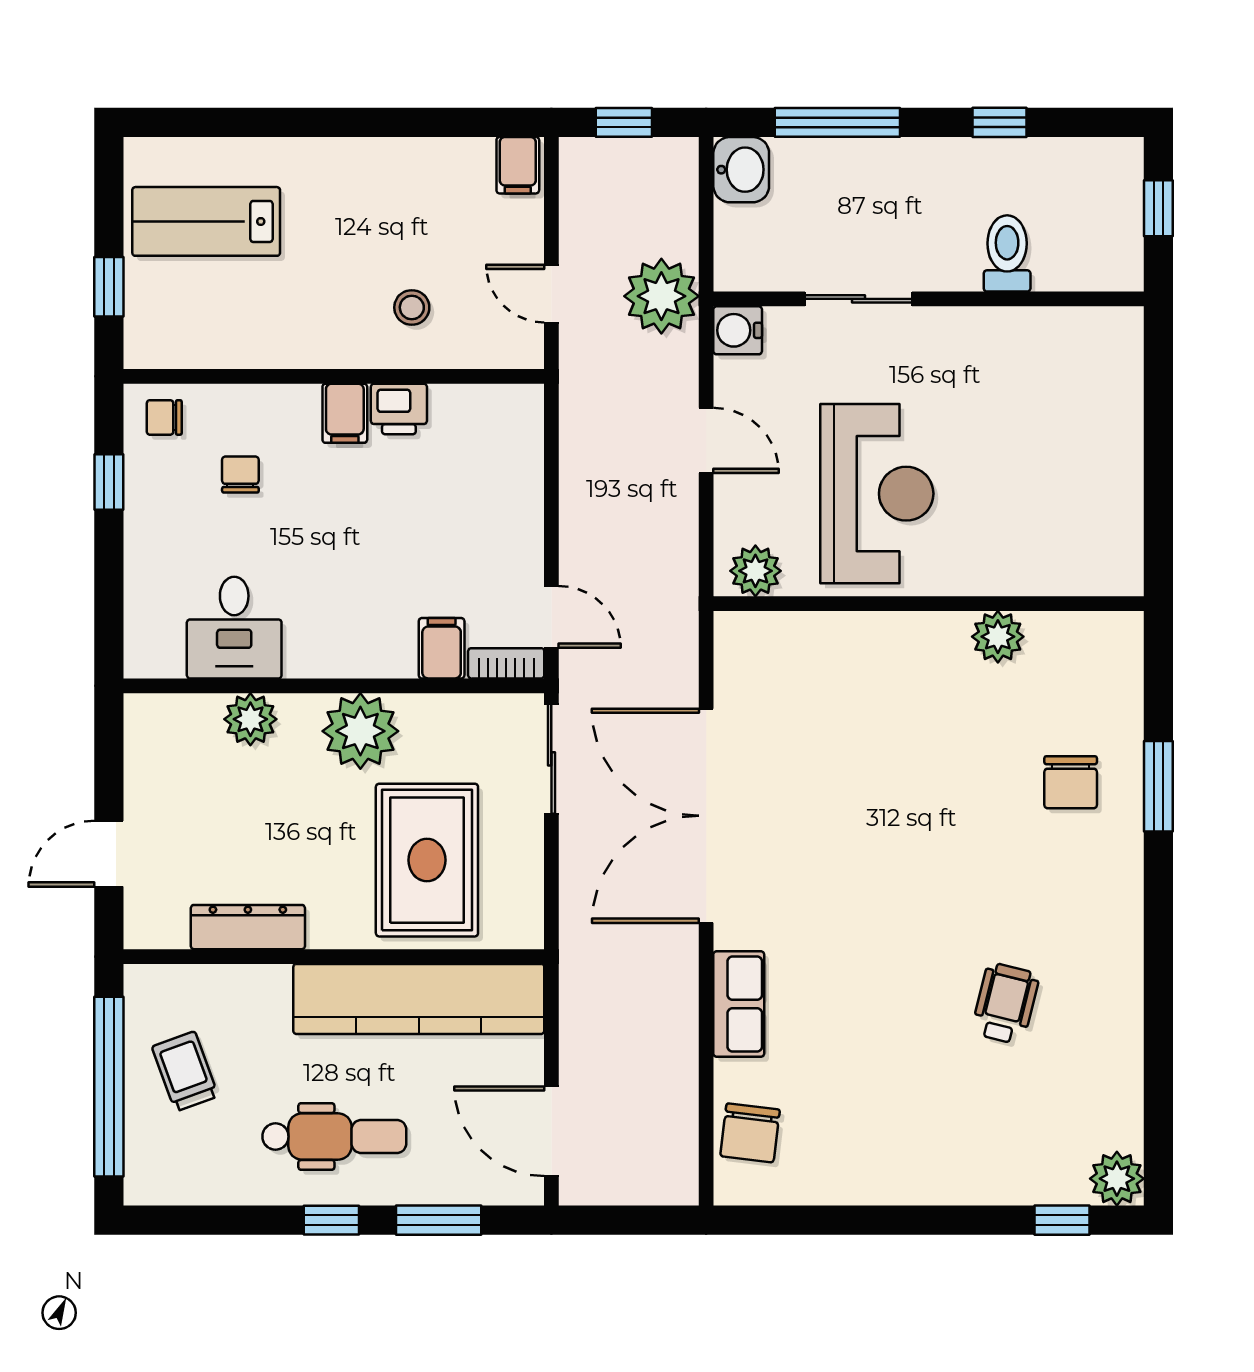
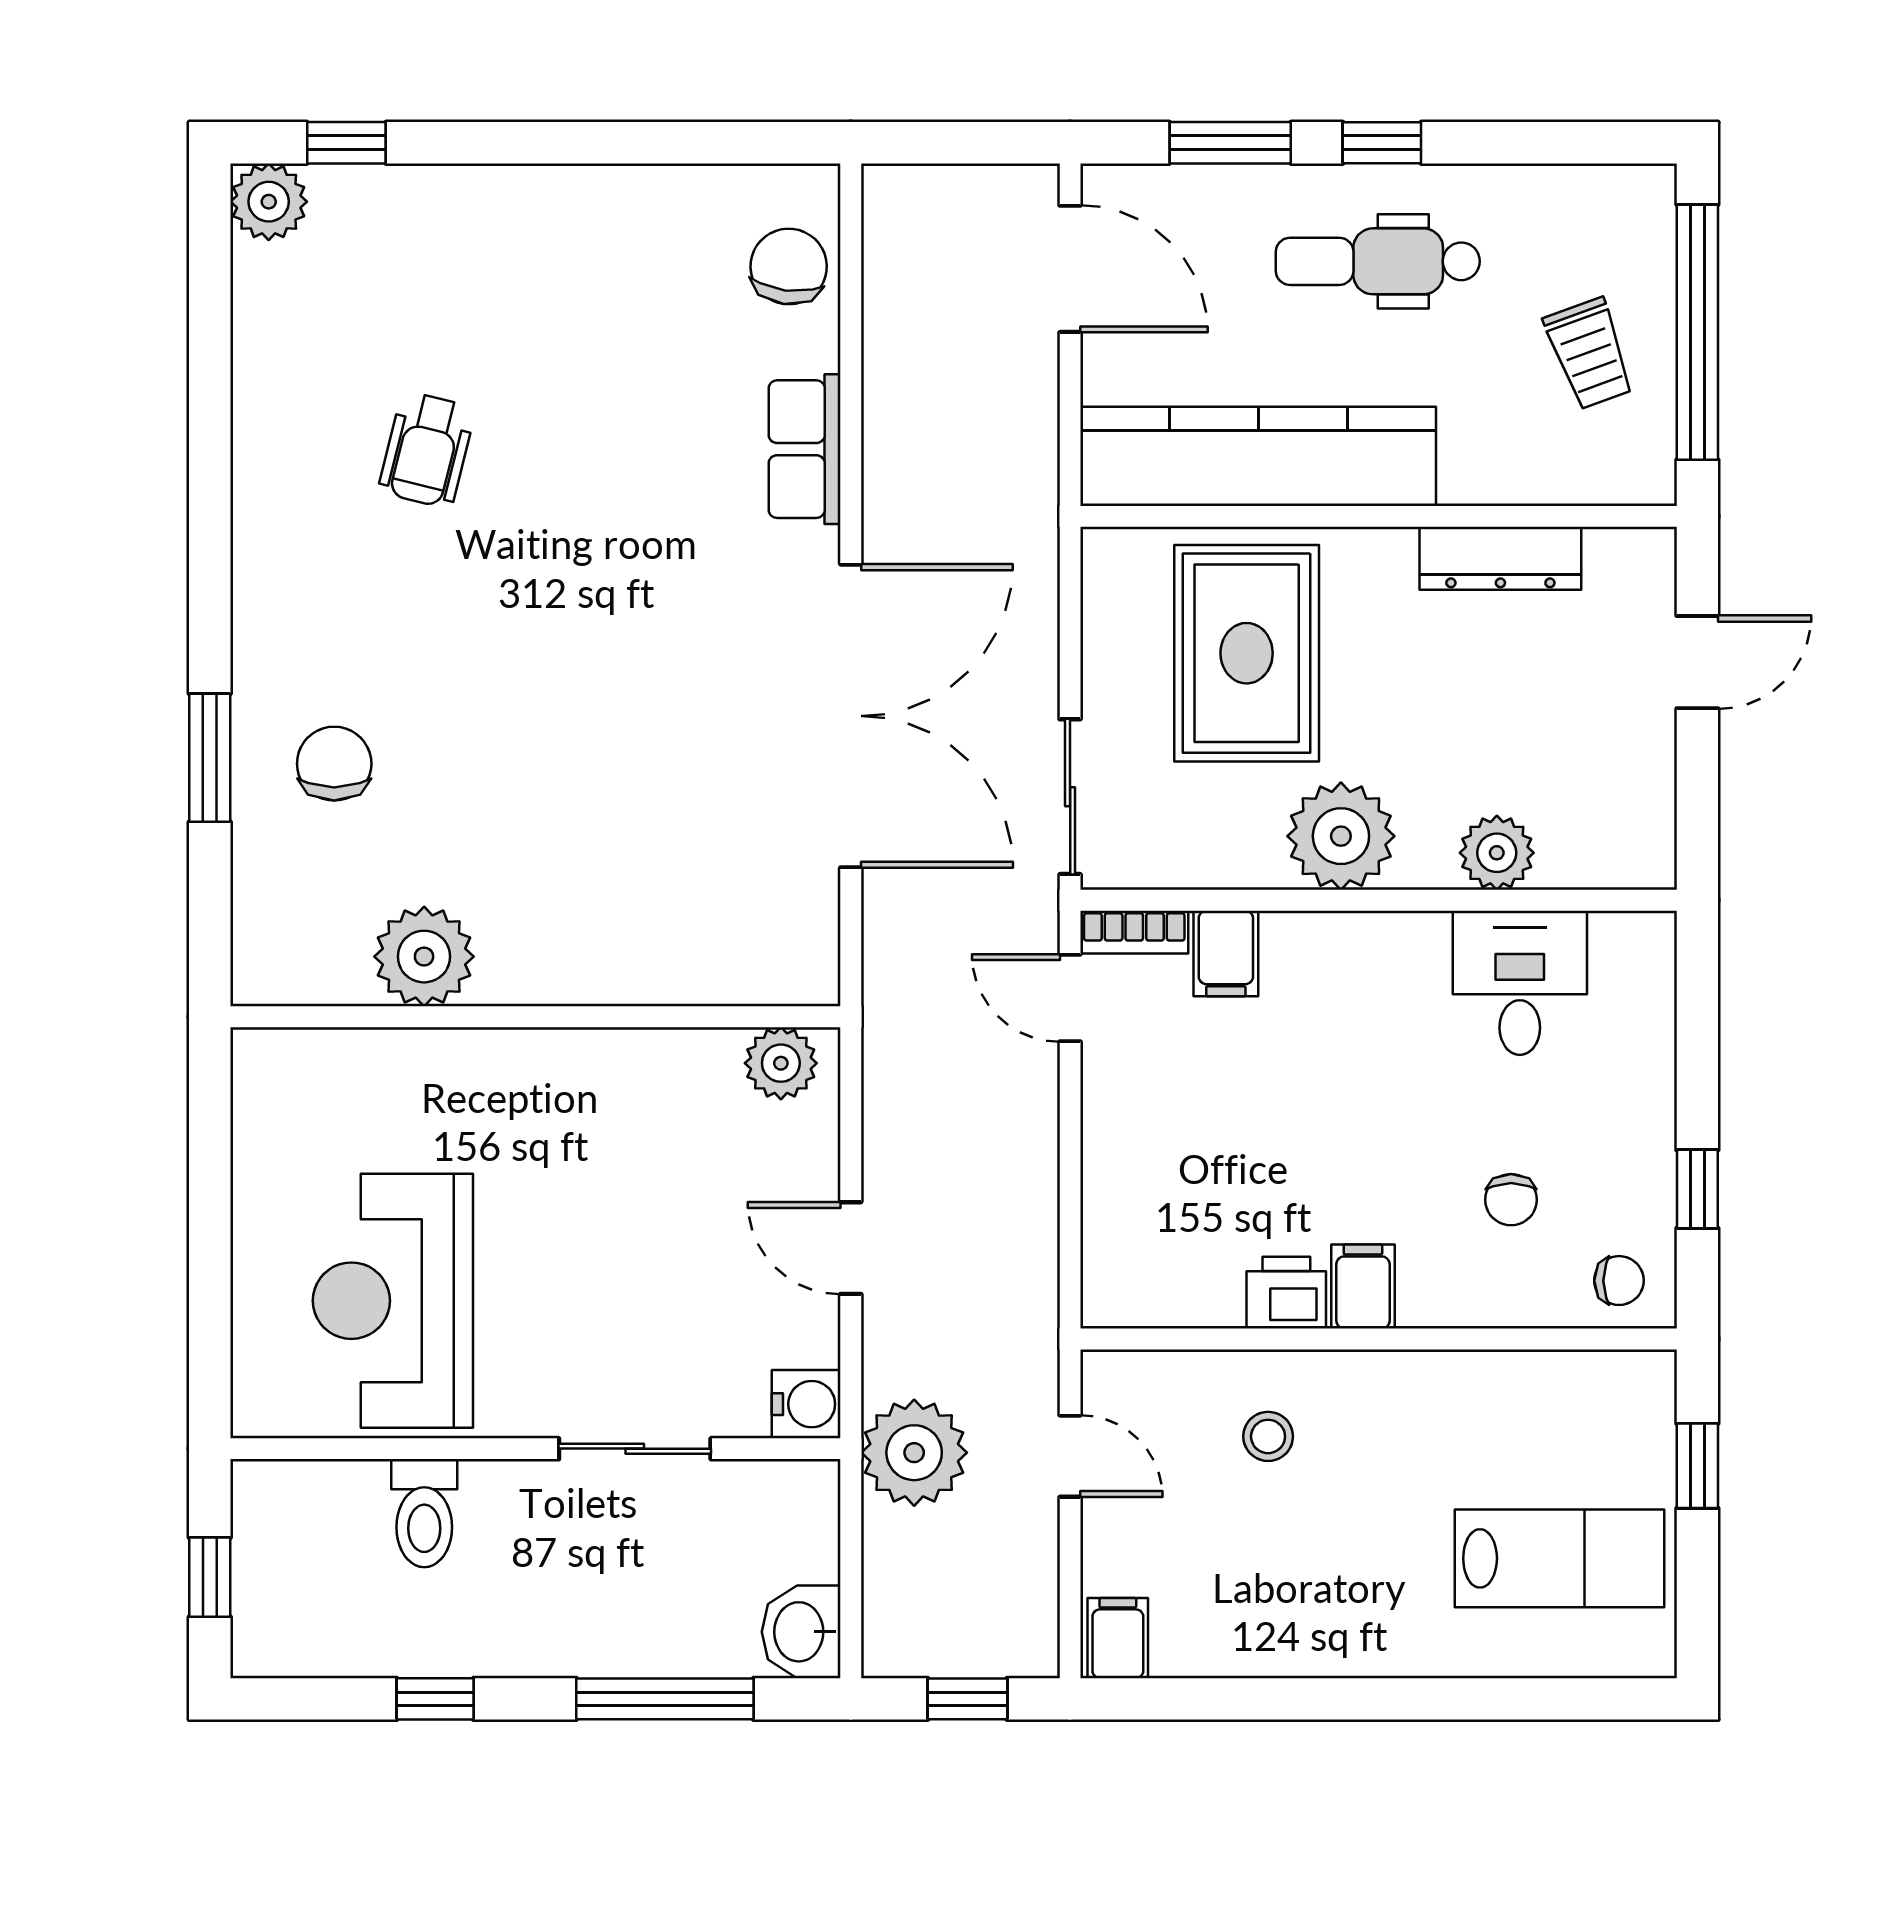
reception desk: (877, 494) -> (393, 1301), moved
plant: (998, 637) -> (424, 957), width x1.36, depth x1.36

